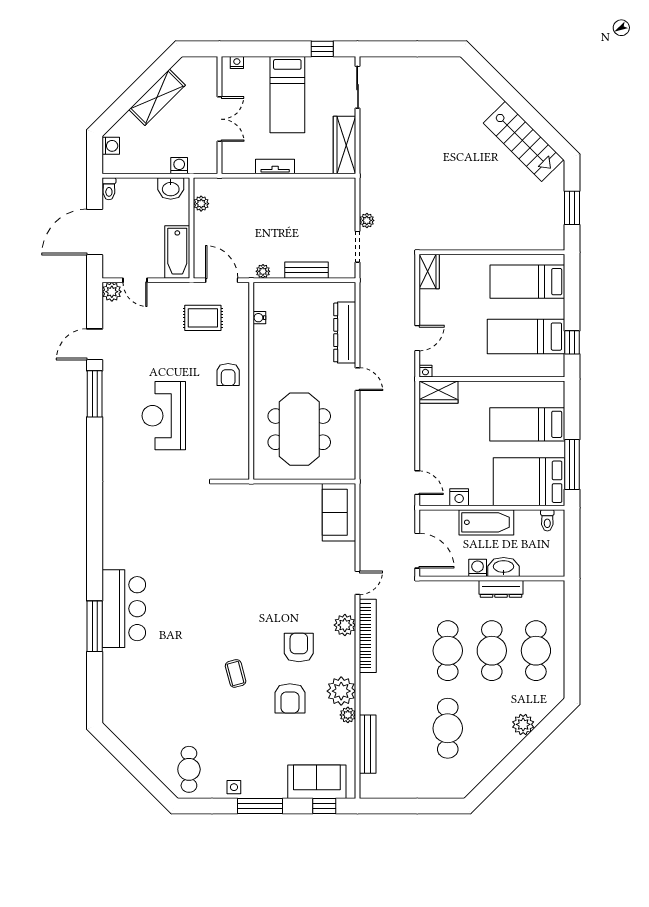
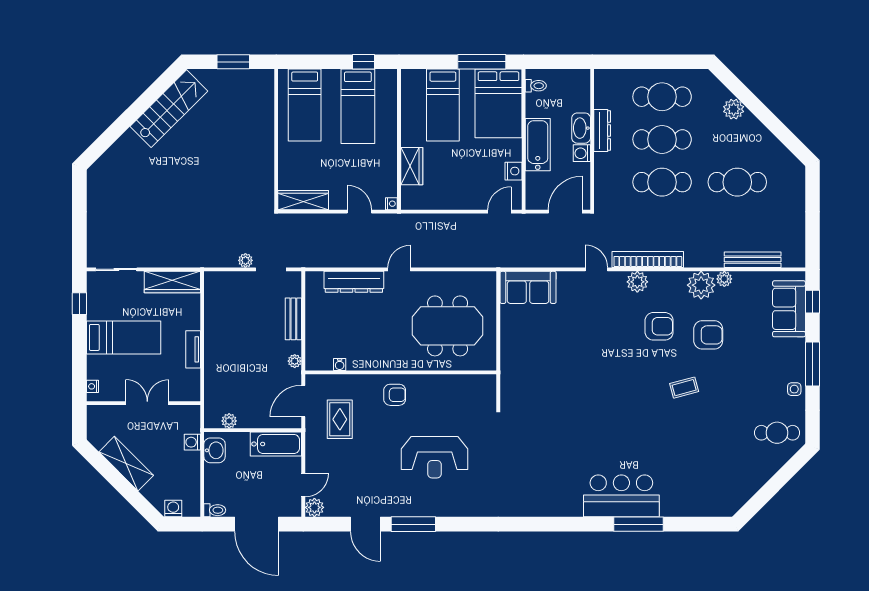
wardrobe: (429, 271) -> (303, 200), width x1.50
wardrobe: (438, 392) -> (412, 166), moved
armchair: (299, 648) -> (659, 326), turned 180

